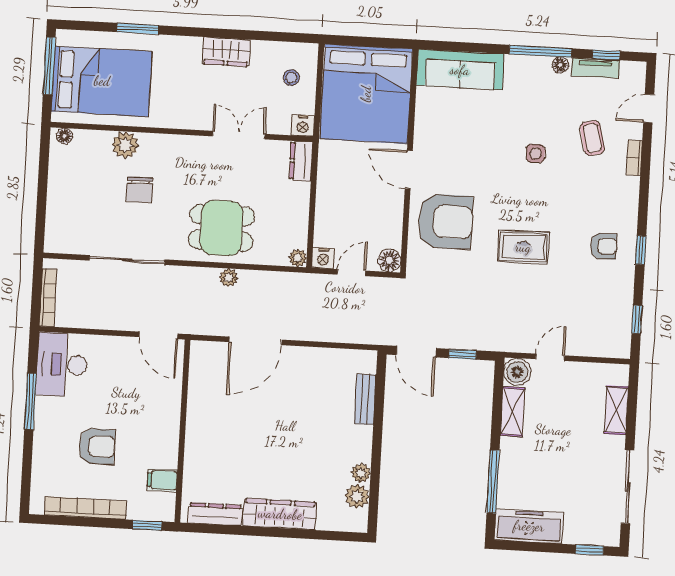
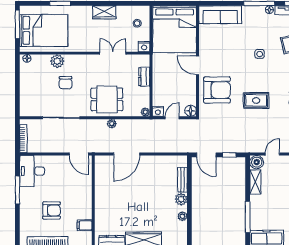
dresser: (301, 161) -> (144, 77), moved
plant: (357, 496) -> (181, 199), moved

